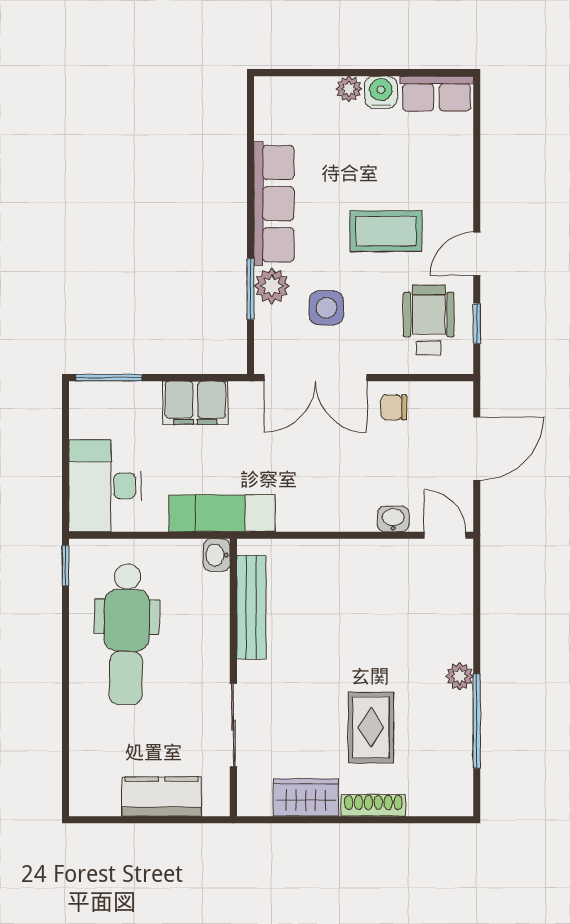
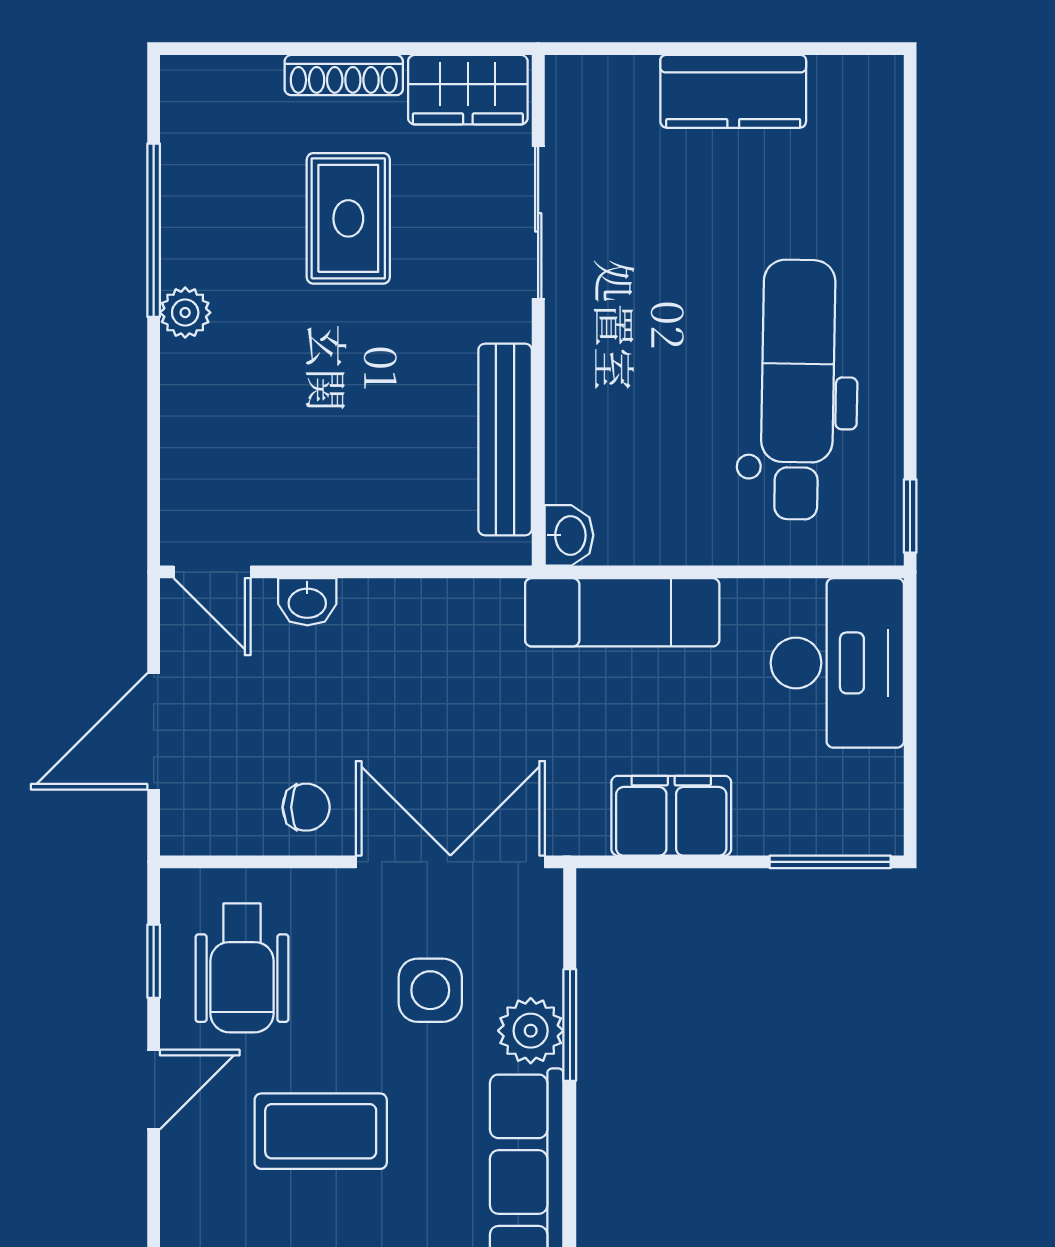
washbasin: (217, 555) -> (569, 535), moved
bench: (251, 607) -> (505, 439), moved
wall: (233, 677) -> (538, 310), moved
sliding door: (233, 725) -> (538, 222), moved

